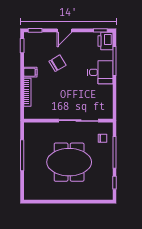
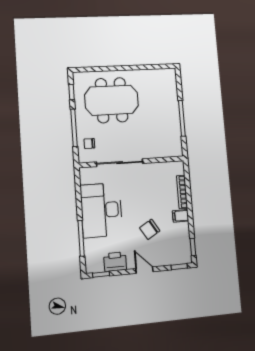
door: (65, 30) -> (144, 270), hinge flipped
printer: (105, 41) -> (115, 262), moved, turned -90
desk: (100, 72) -> (101, 210), width x1.87, depth x1.30
meeting table: (69, 162) -> (112, 100), moved

